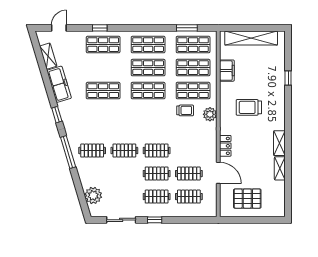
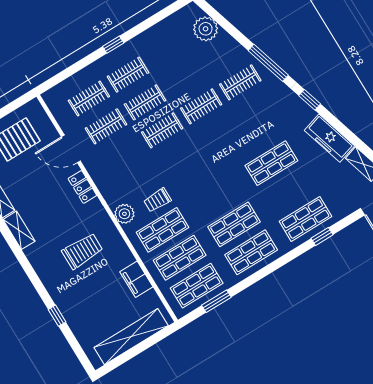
shop shelf: (148, 91) -> (217, 197), removed
sliding door: (121, 220) -> (154, 20), removed

